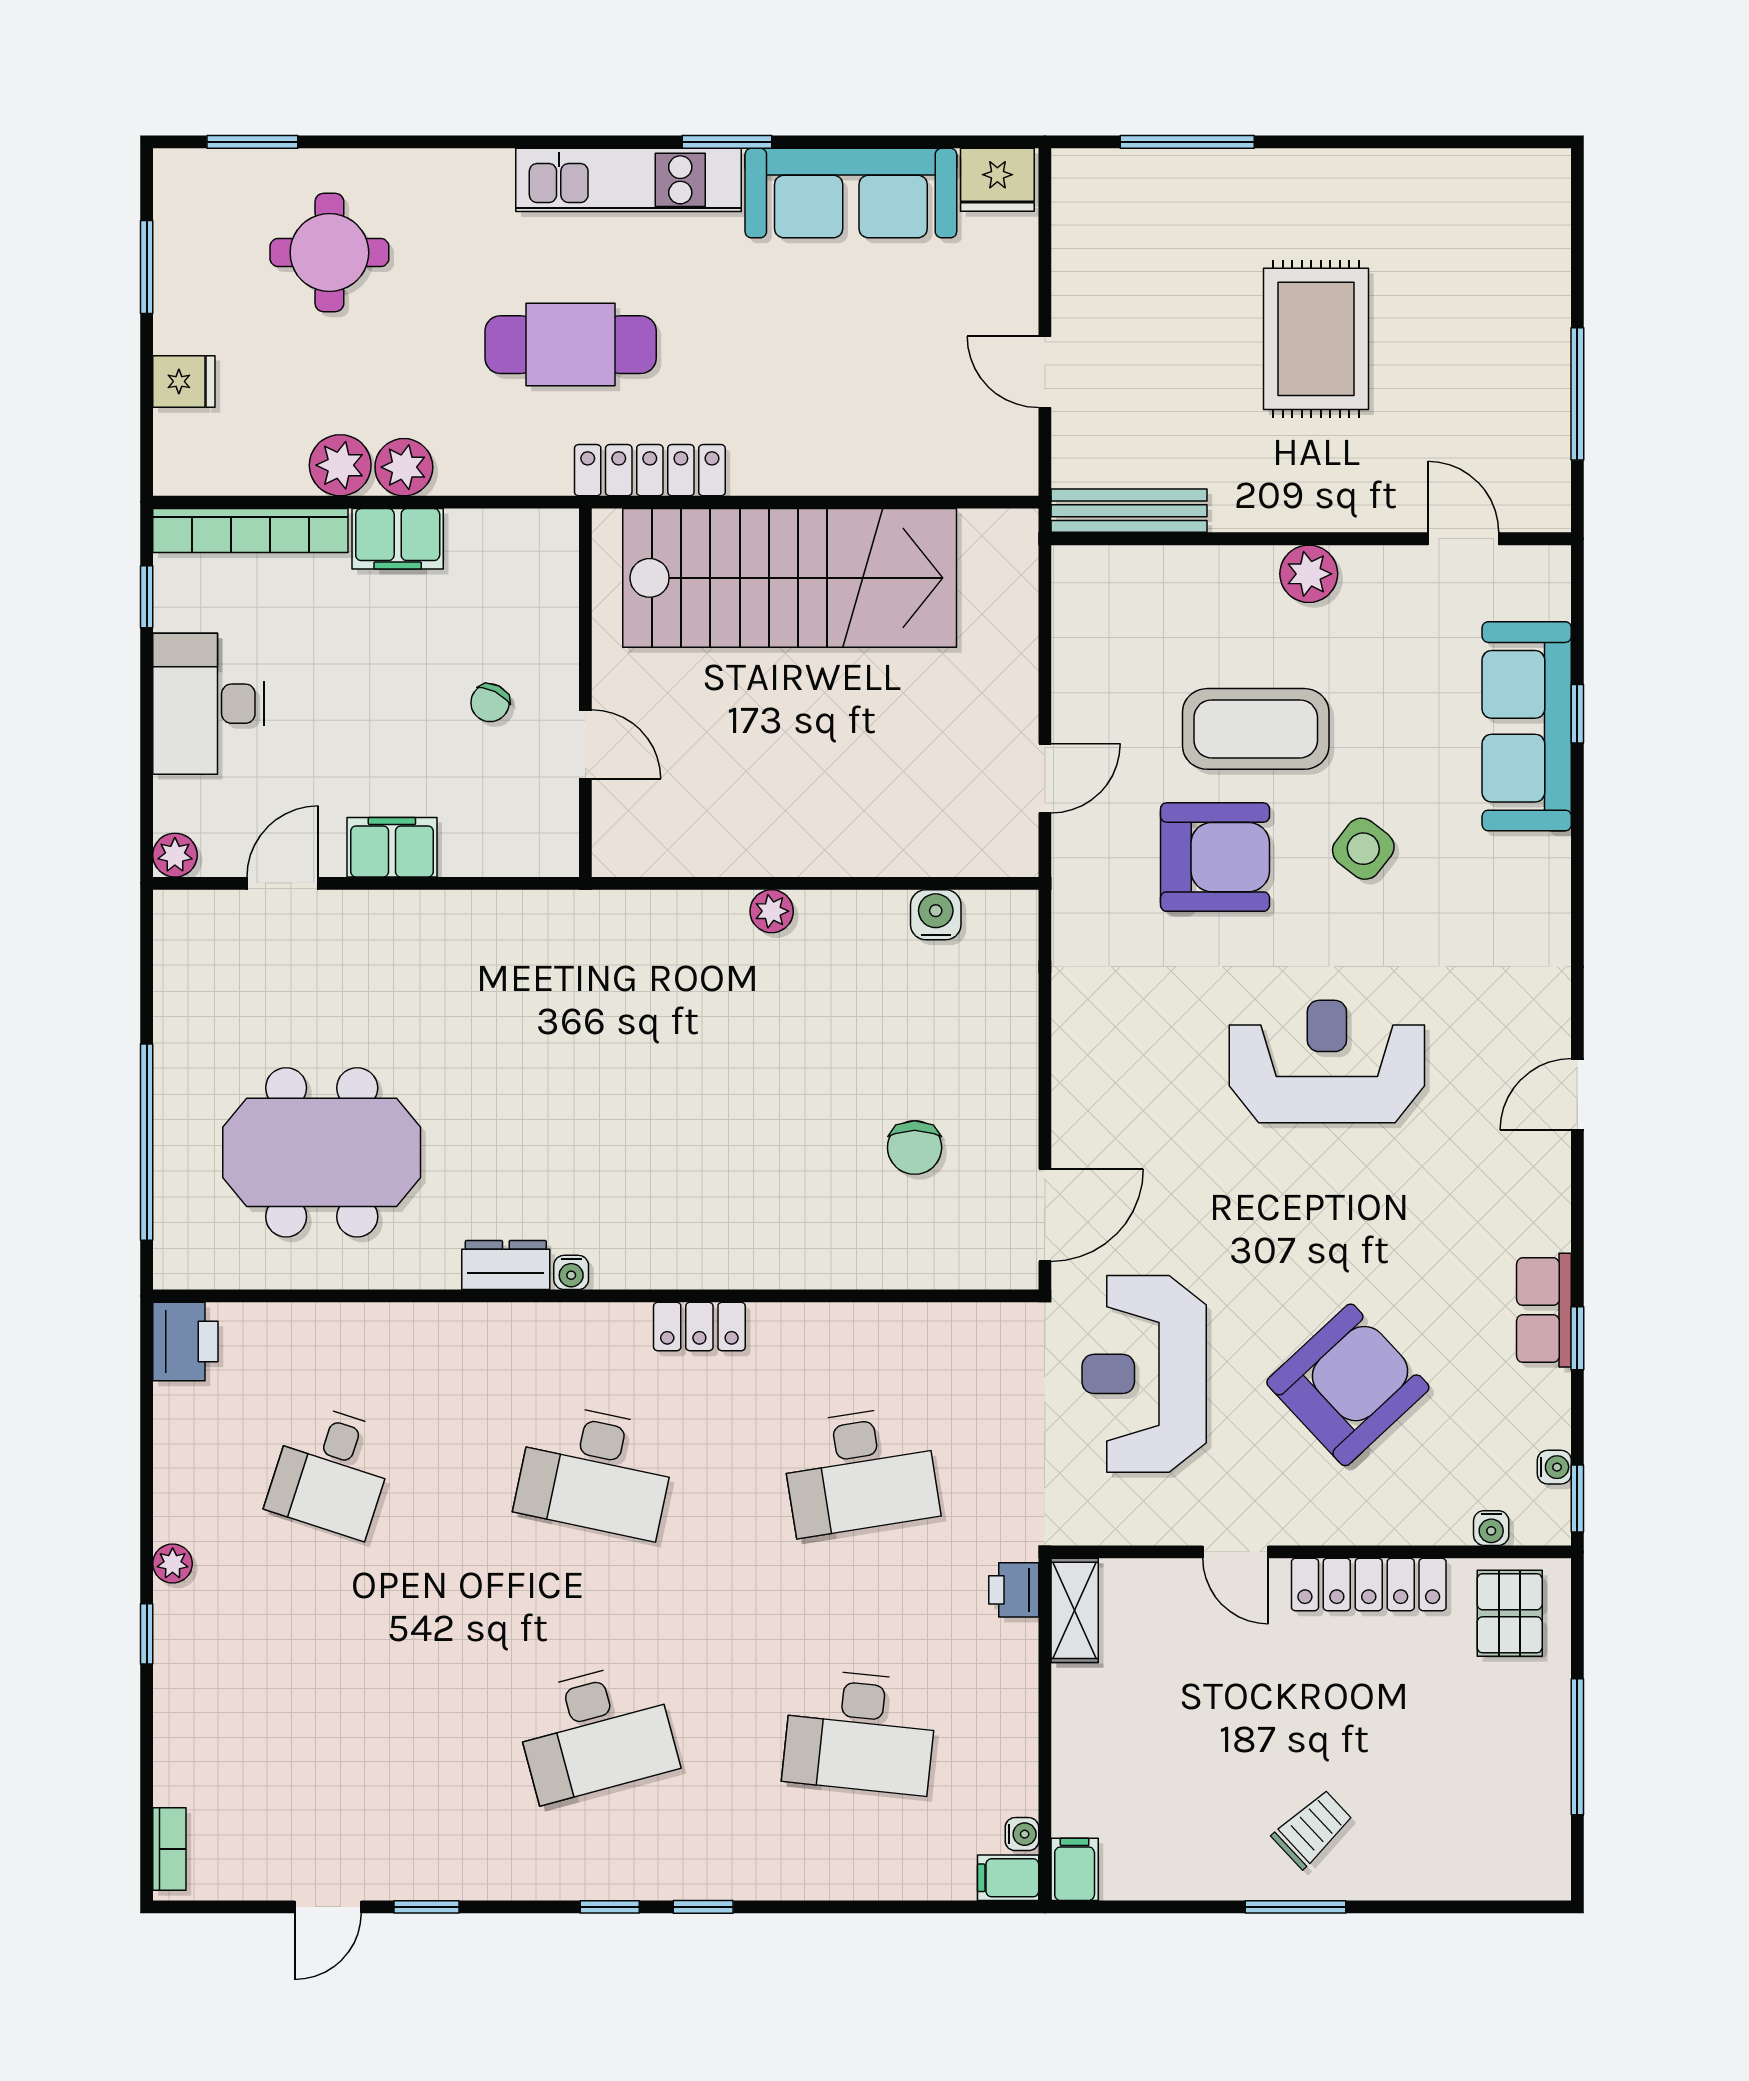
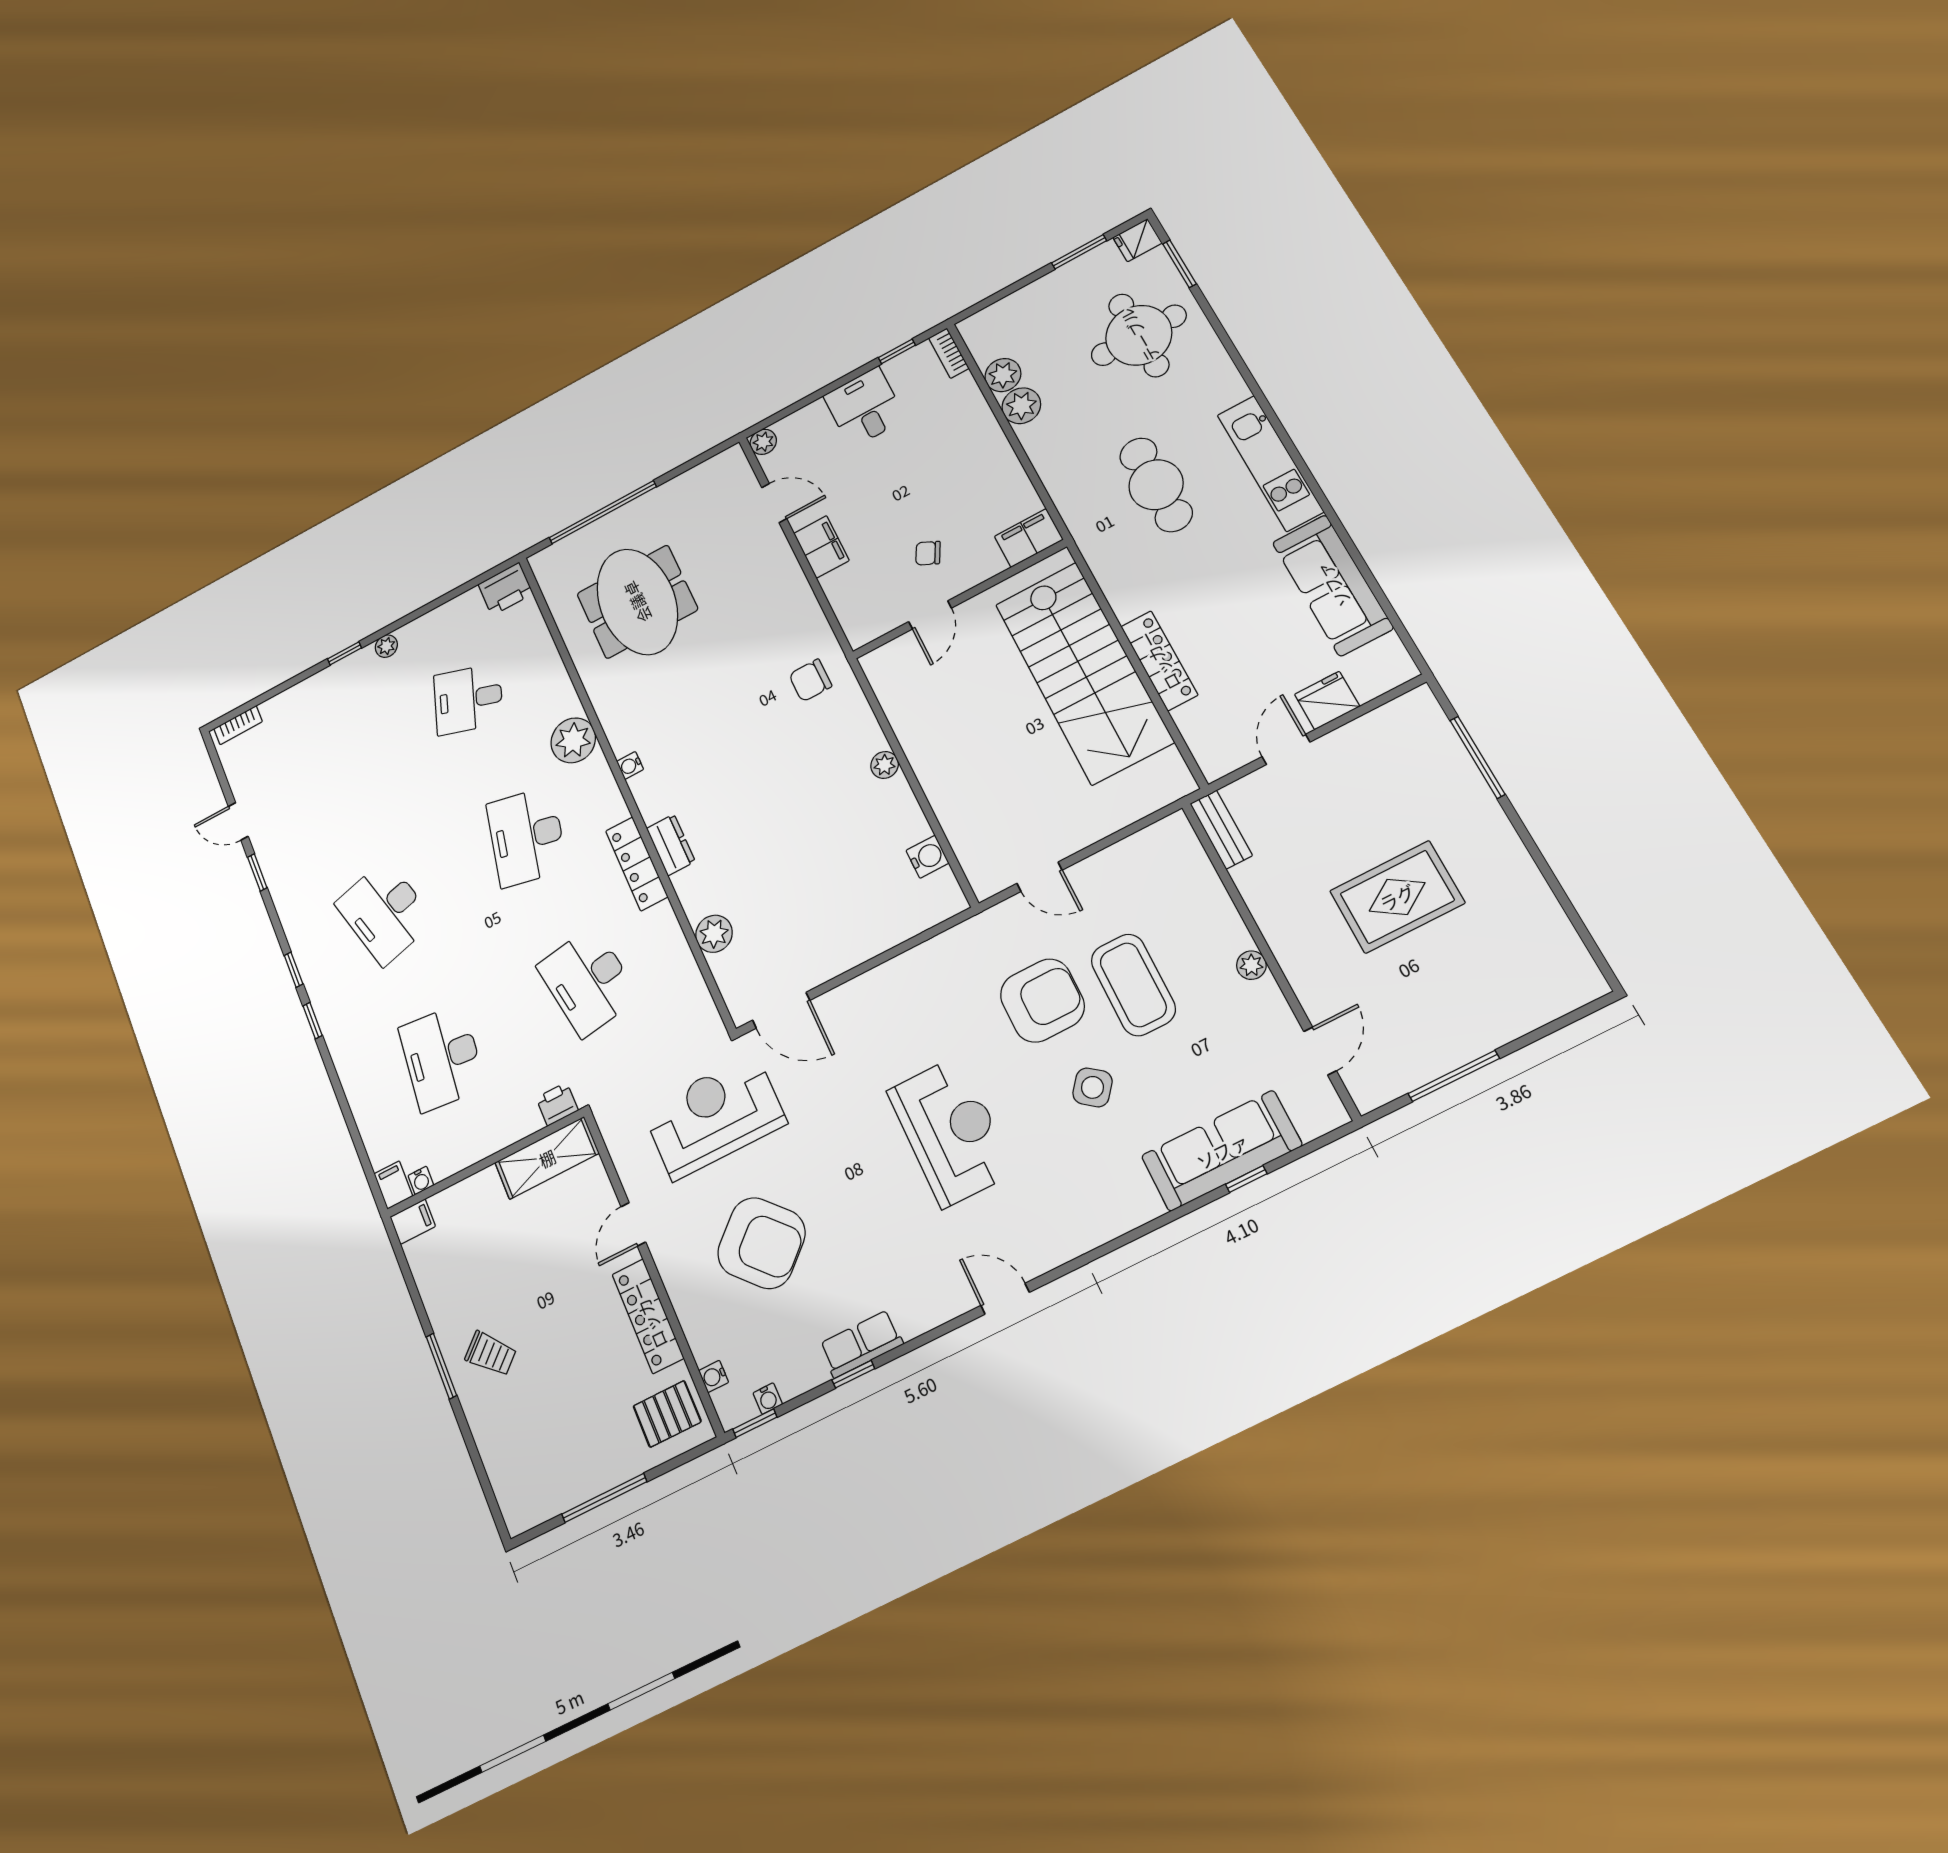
window: (727, 142) -> (1324, 503), removed
fridge: (997, 180) -> (1327, 700), moved, turned 90
round table: (329, 253) -> (1139, 335), width x1.36, depth x1.36
fridge: (184, 381) -> (1137, 240), moved, turned 90
plant: (404, 467) -> (1003, 375), moved
locker: (650, 470) -> (1159, 661), moved
bench: (1129, 511) -> (1221, 829), width x0.73
bookcase: (250, 531) -> (949, 353), width x0.43, depth x0.76
filing cabinet: (398, 539) -> (1029, 538), moved, turned 90
plant: (1309, 574) -> (1251, 965), width x0.73, depth x0.73
desk: (208, 704) -> (865, 407), width x0.73
armchair: (1215, 857) -> (1042, 1001), turned -90
chair: (915, 1148) -> (810, 680), moved
plant: (887, 1261) -> (714, 934), added
dresser: (506, 1265) -> (671, 845), moved
locker: (699, 1327) -> (637, 864), width x1.53
plant: (486, 1340) -> (573, 740), added
shelving: (1075, 1610) -> (547, 1158), width x1.50, depth x1.33

